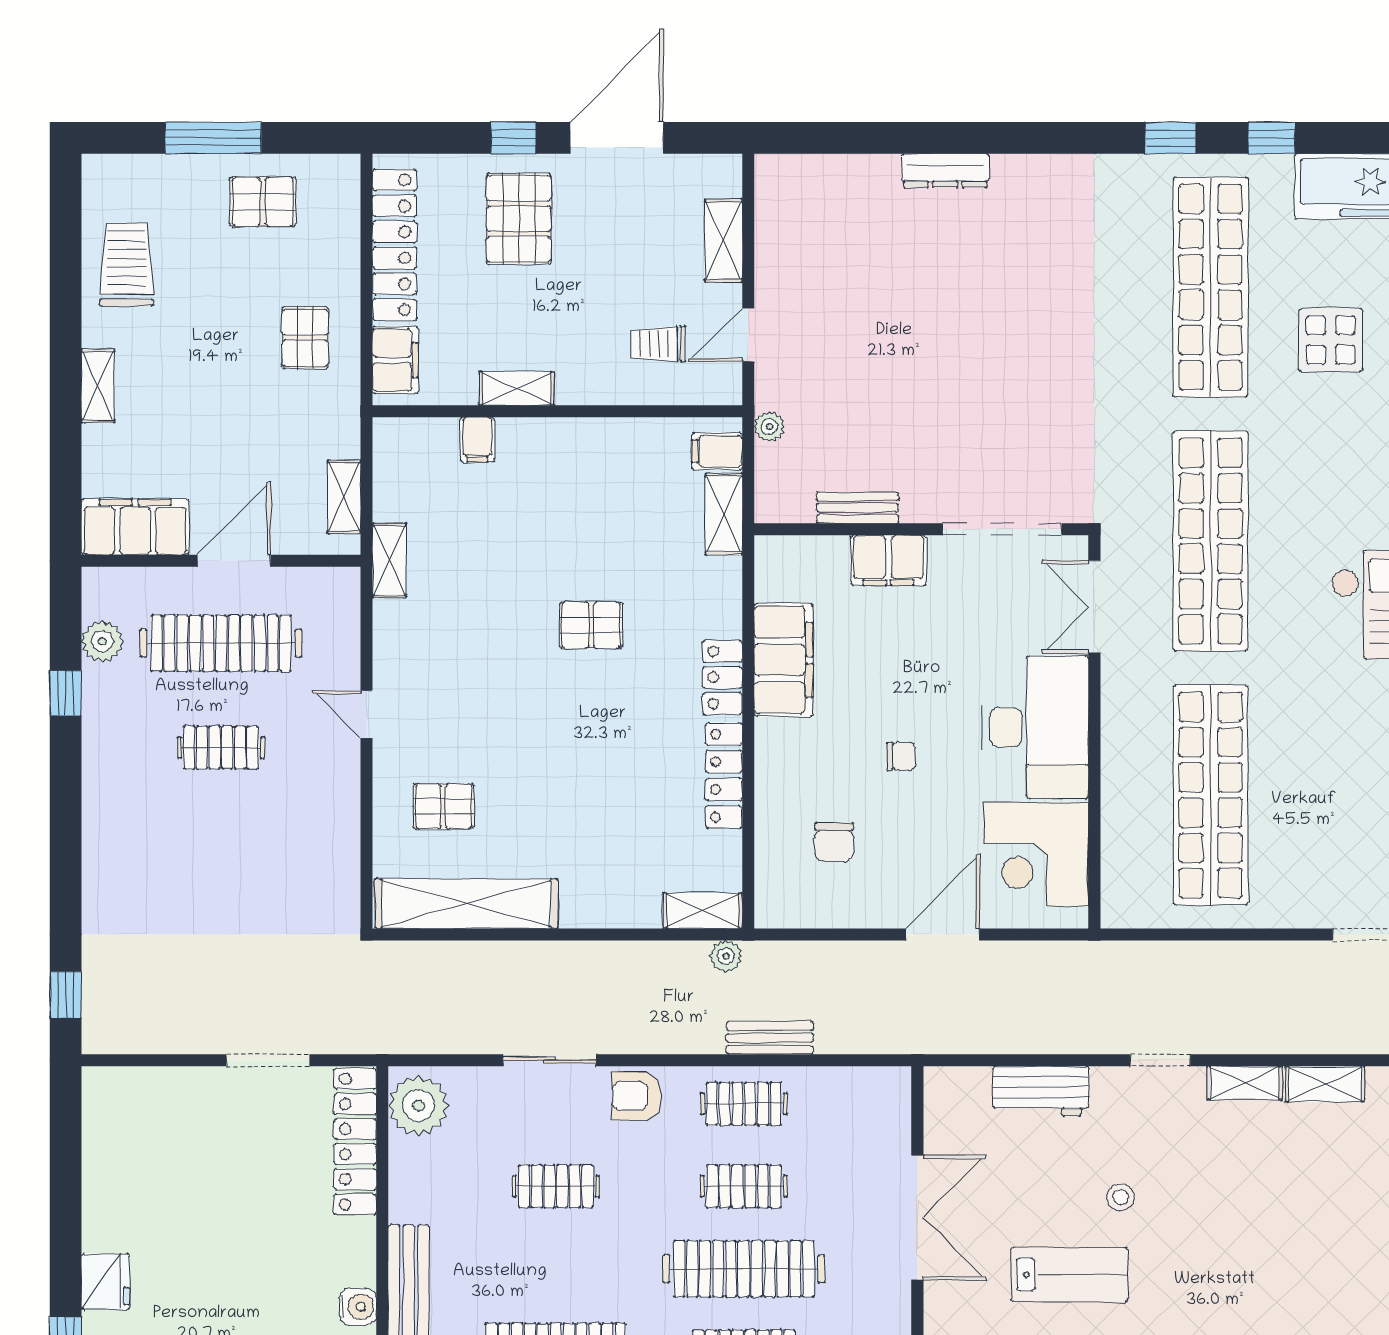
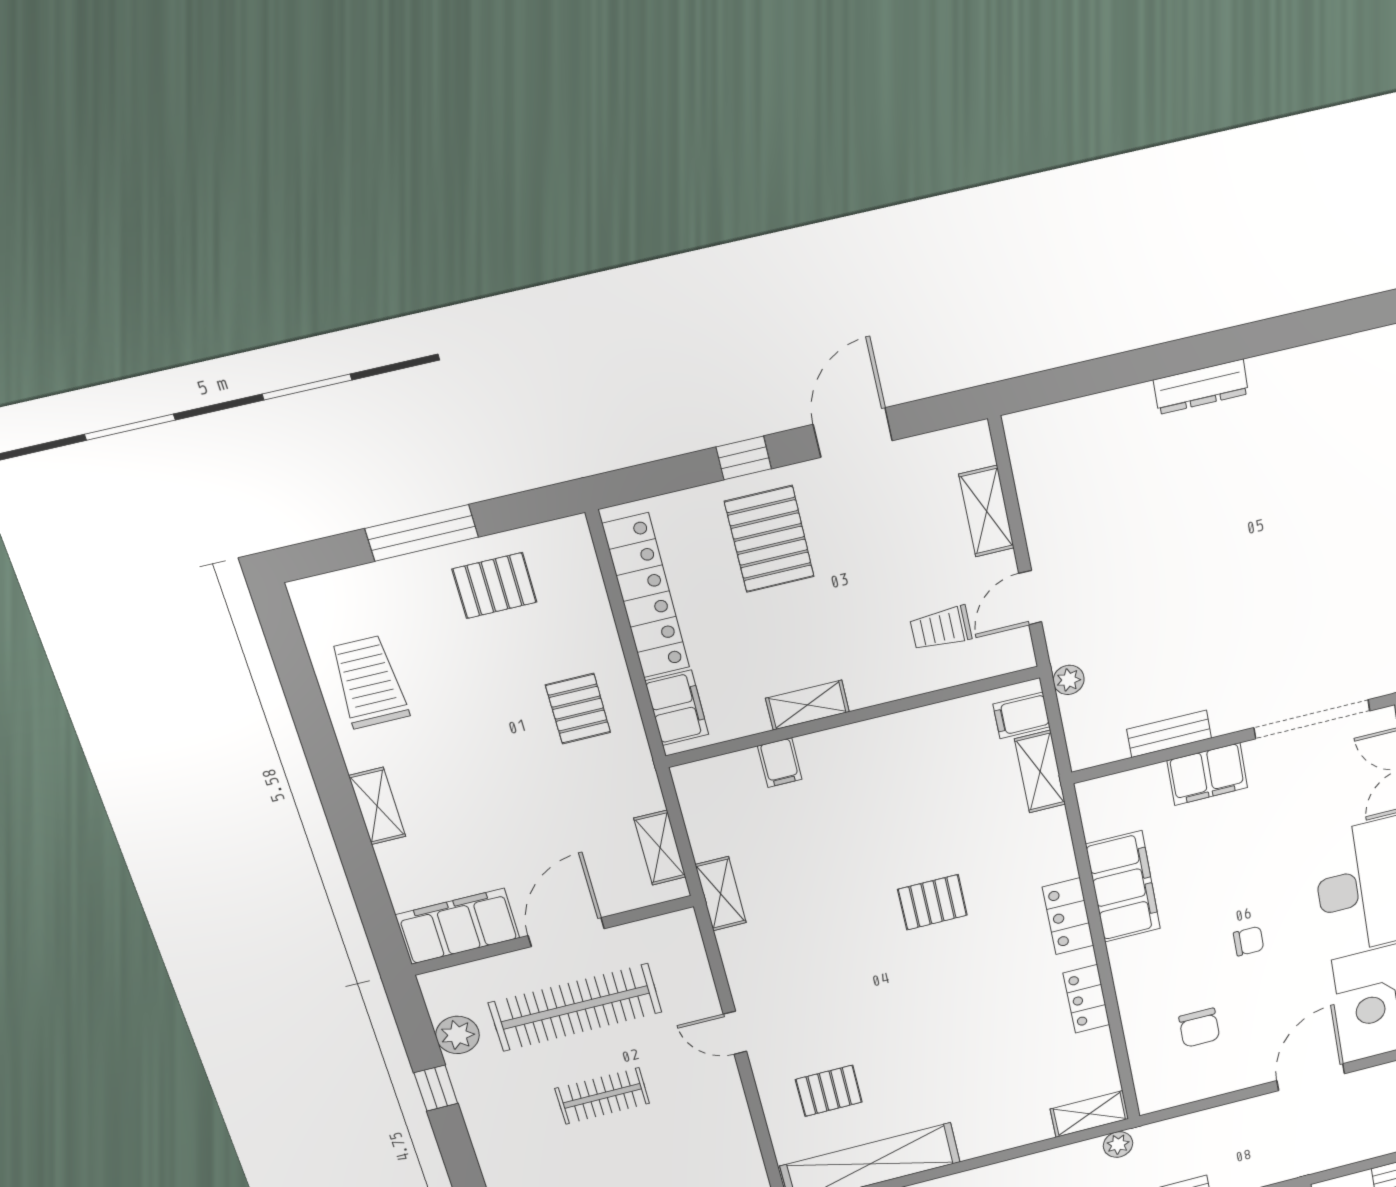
door: (617, 138) -> (853, 433), width x0.73
locker: (724, 776) -> (1086, 999), width x0.66

